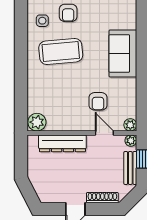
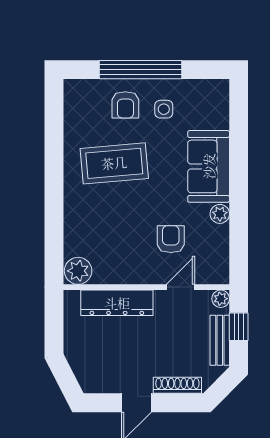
side table: (42, 21) -> (164, 109), moved
armchair: (98, 101) -> (171, 239), turned 180
plant: (130, 125) -> (220, 214), moved
door: (104, 133) -> (180, 287), hinge flipped

